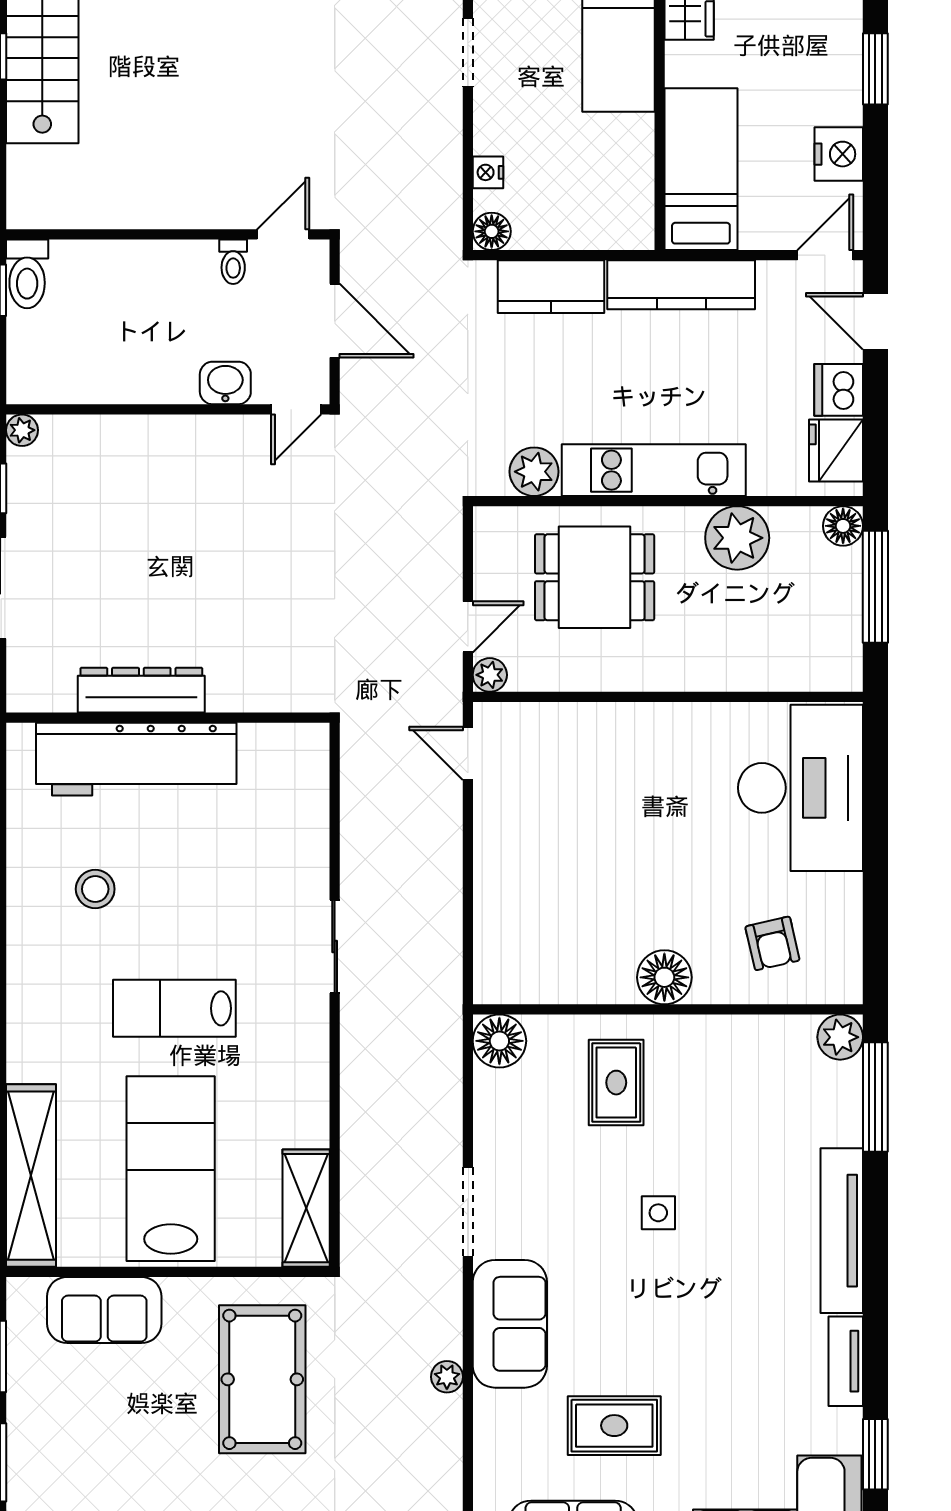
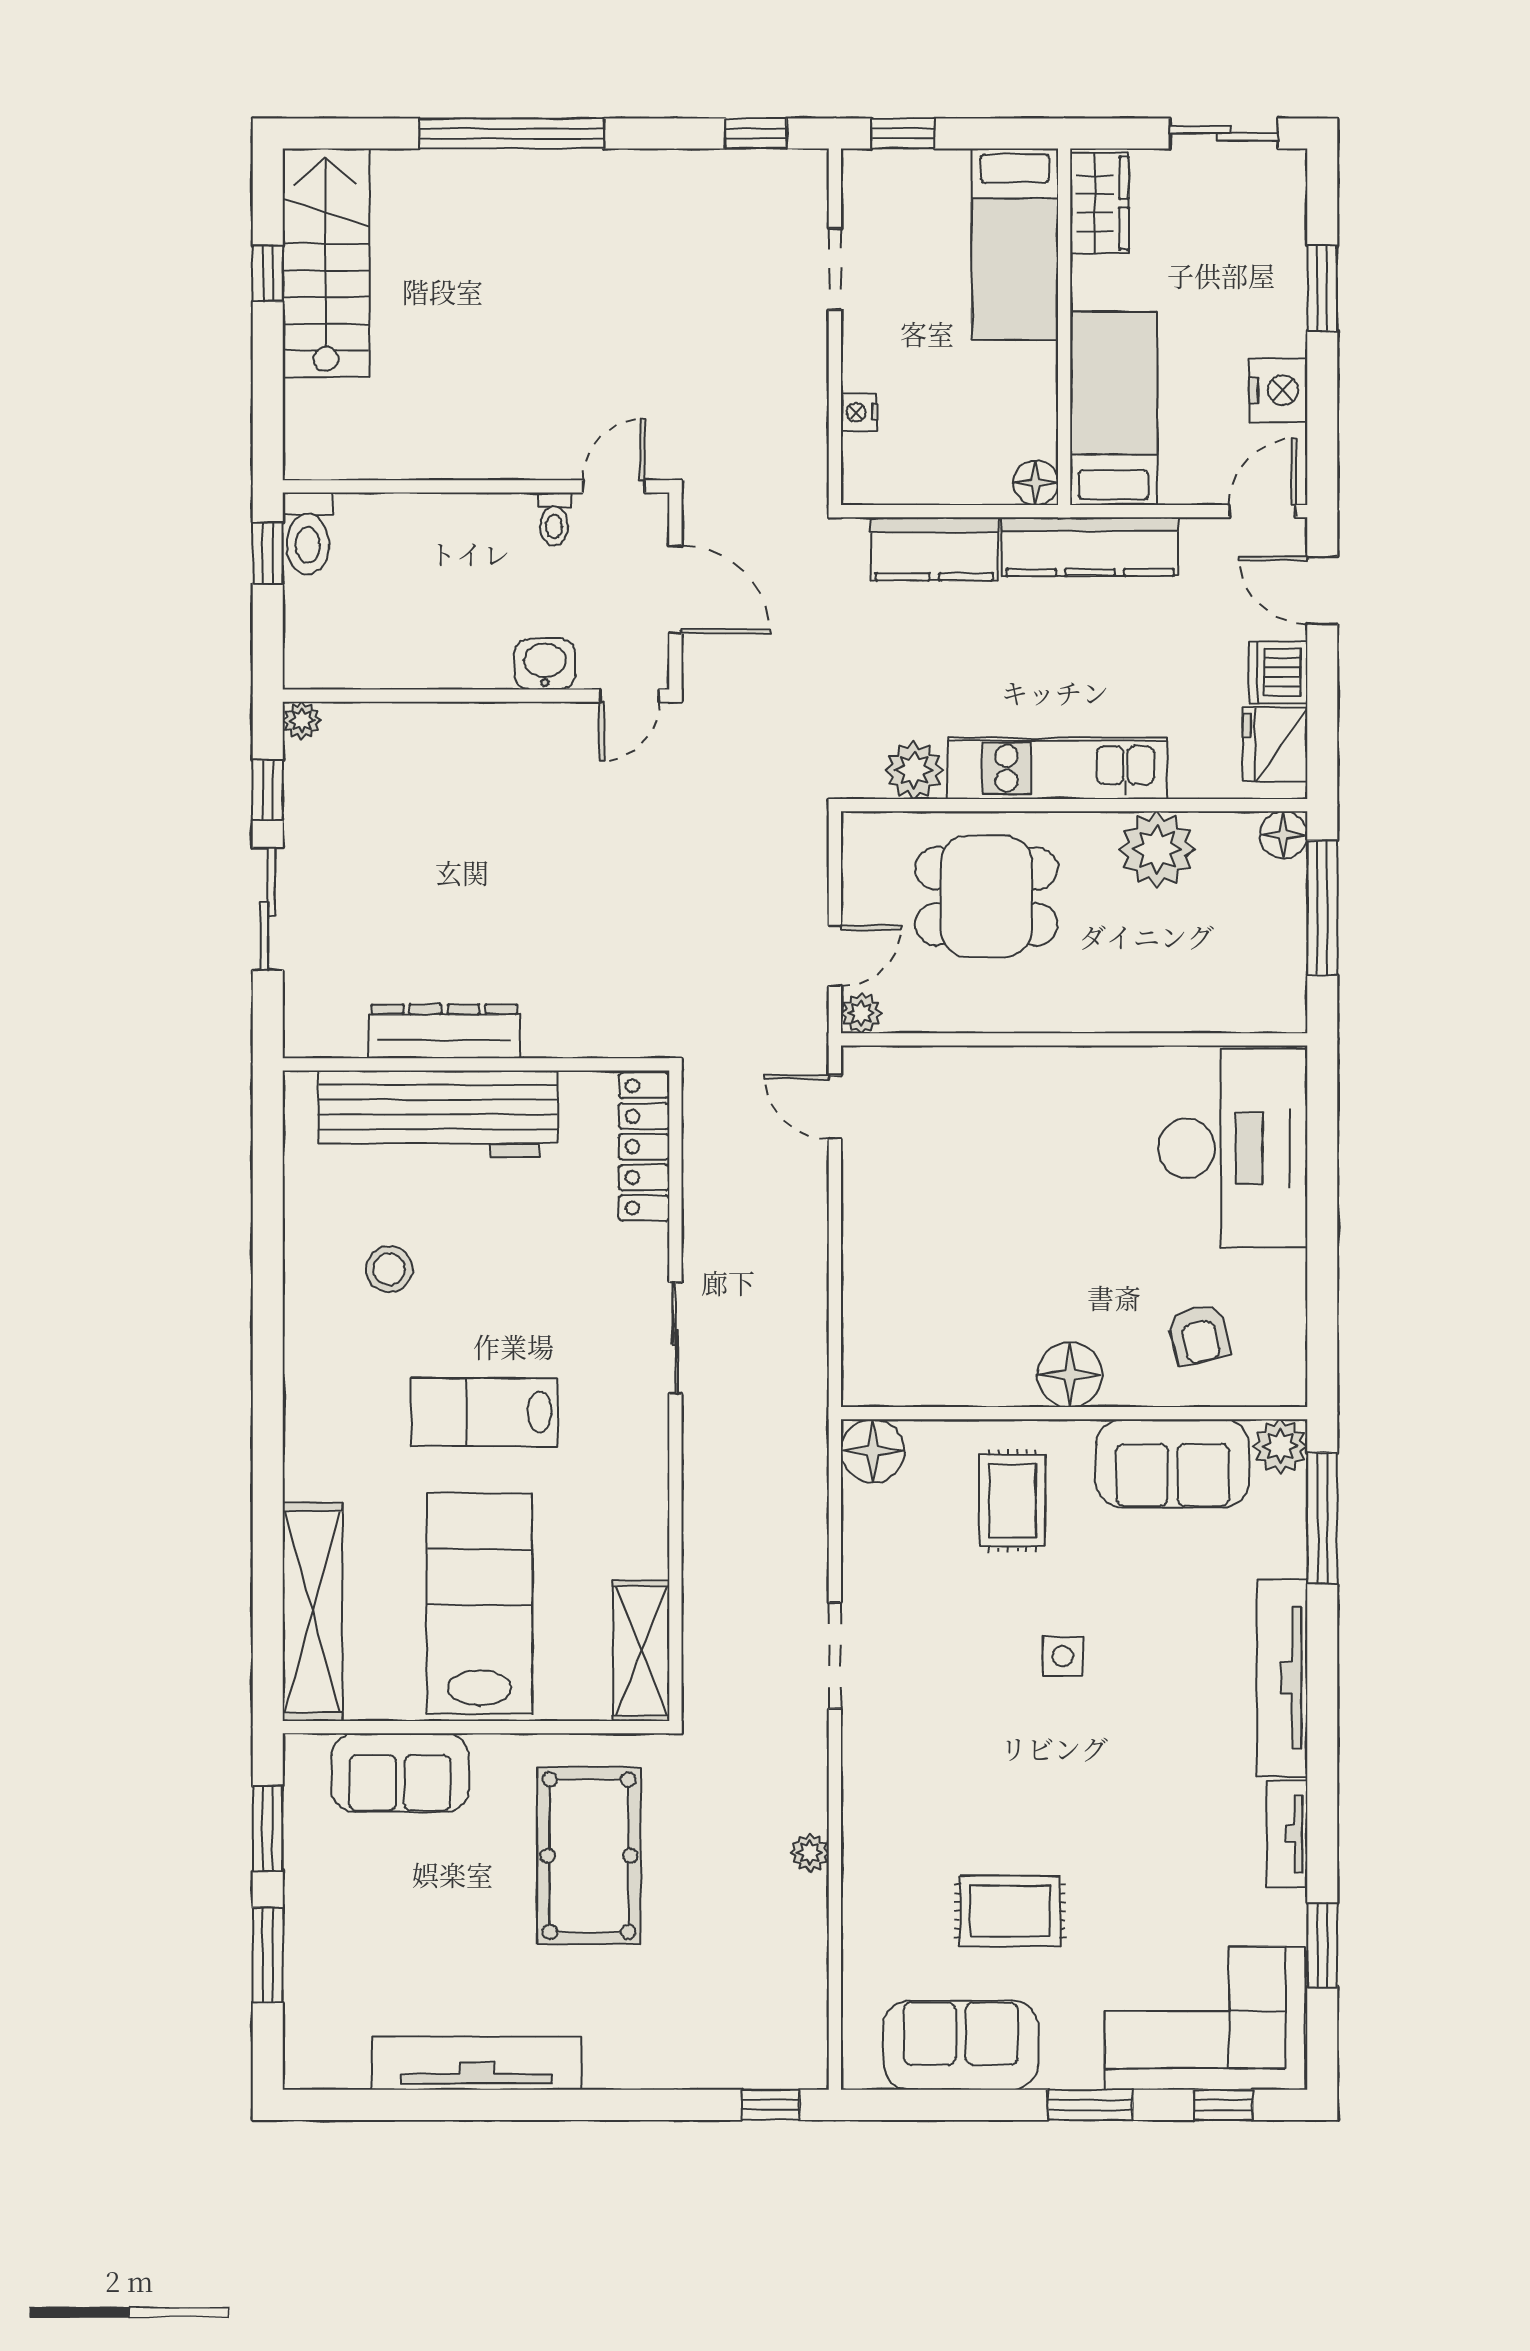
floor lamp: (492, 231) -> (1036, 483), moved
locker: (308, 787) -> (644, 1147), added
sofa: (510, 1324) -> (1173, 1463), moved, turned 90

